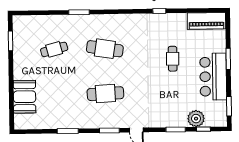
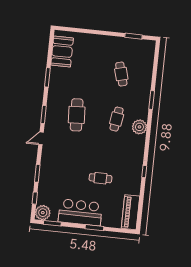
plant: (111, 22) -> (139, 127), added
cafe table: (105, 49) -> (117, 119), width x0.73, depth x0.74
booth: (25, 97) -> (62, 52), moved, turned 90
plant: (196, 119) -> (43, 213), moved

